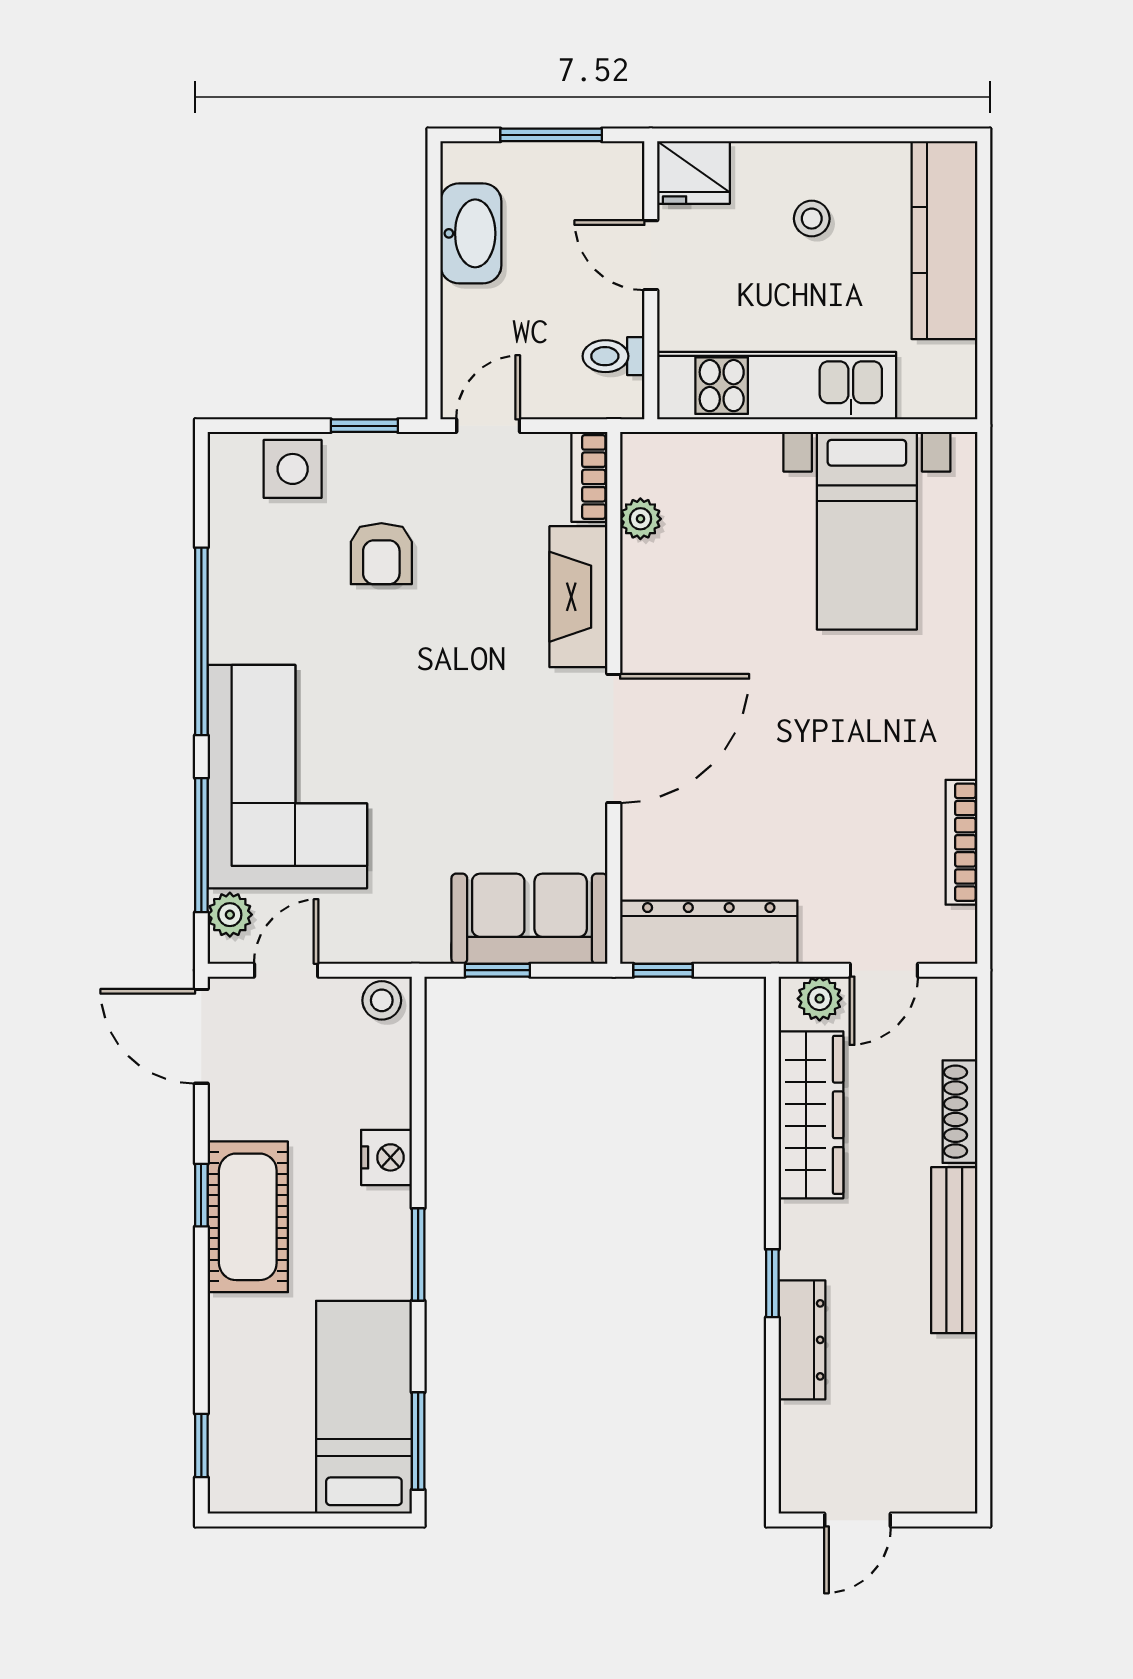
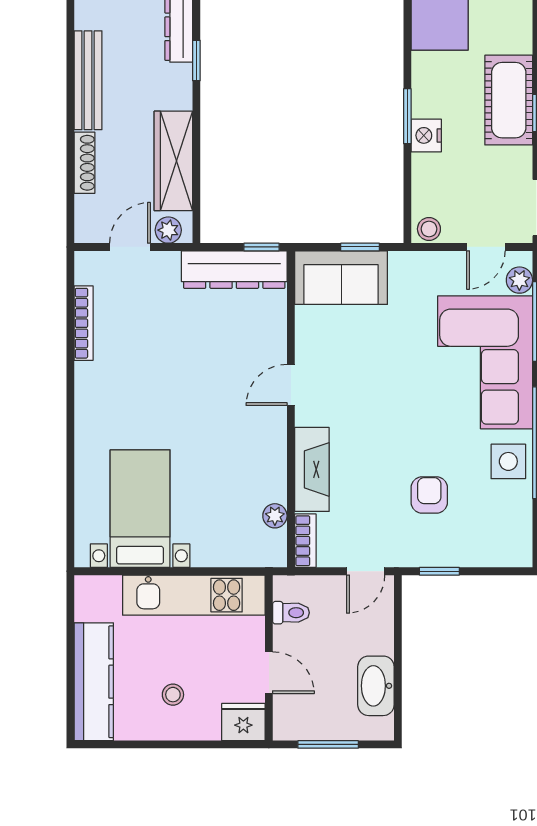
side table: (293, 469) -> (508, 461), moved
door: (614, 738) -> (291, 385), width x0.53
window: (418, 1254) -> (407, 116), moved

